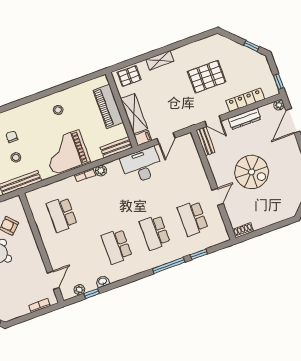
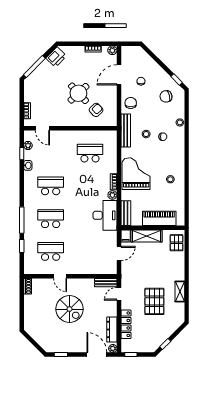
shelving: (160, 60) -> (180, 292), moved
dresser: (245, 119) -> (112, 329), moved
door: (166, 138) -> (119, 253), swing flipped
desk: (141, 166) -> (105, 215), moved
spiral stairs: (252, 172) -> (70, 309), turned -90

